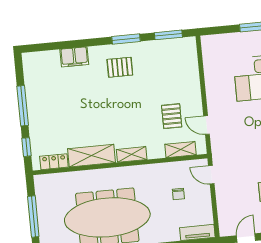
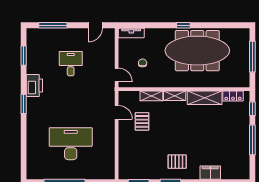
shelving: (181, 150) -> (151, 96), moved

